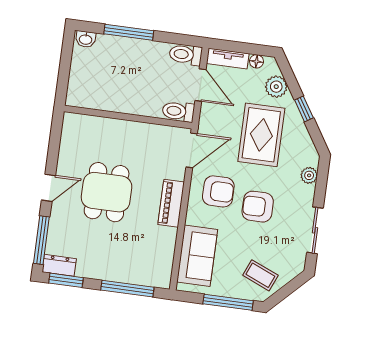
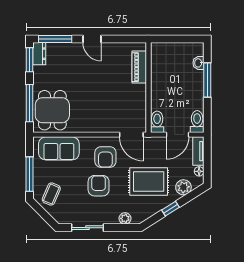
washbasin: (86, 39) -> (198, 63), moved
dining table: (107, 192) -> (52, 110), moved, turned 90
piano: (171, 203) -> (139, 67), moved, turned -90

